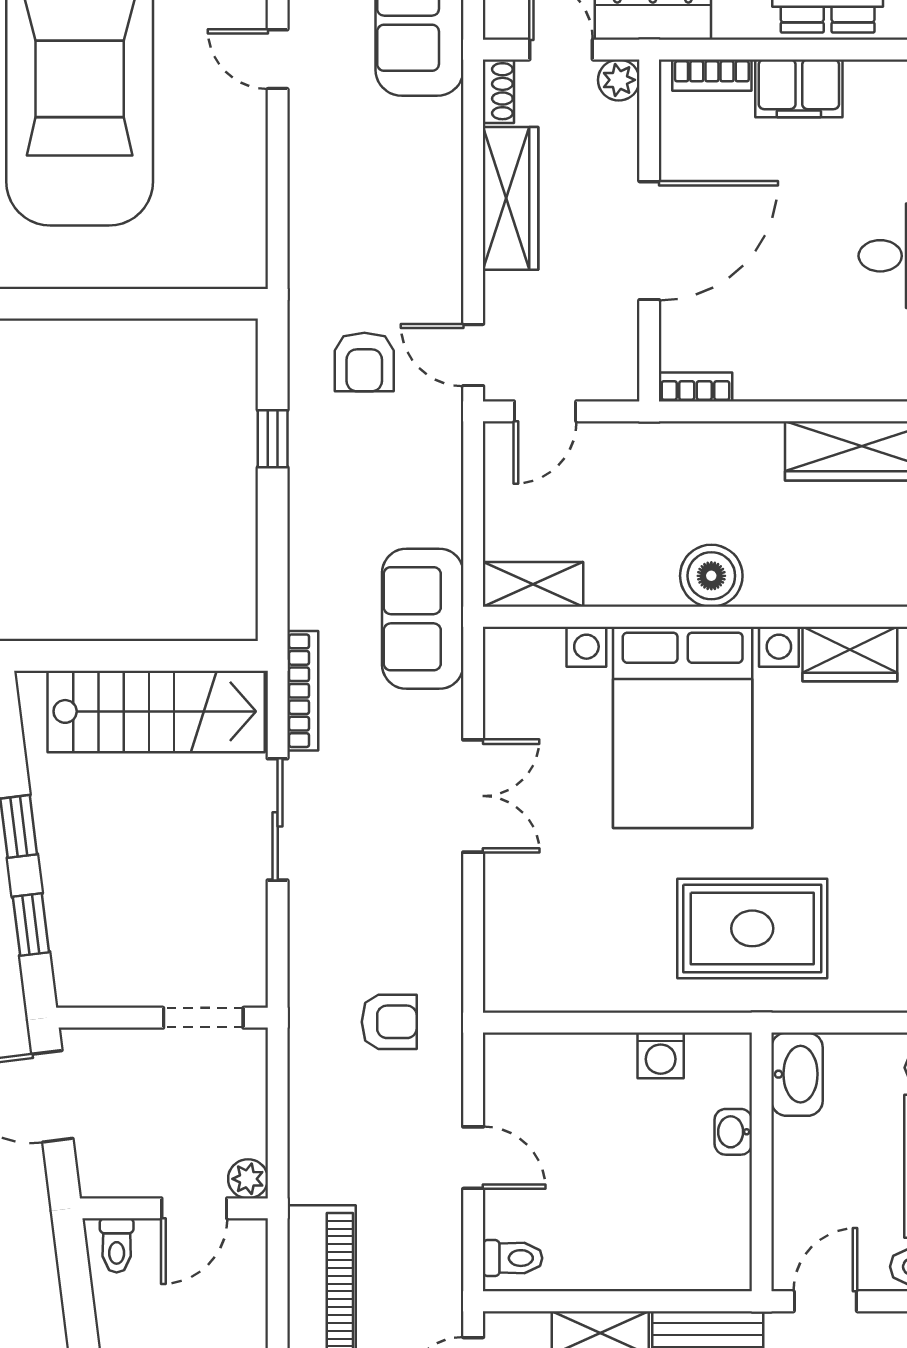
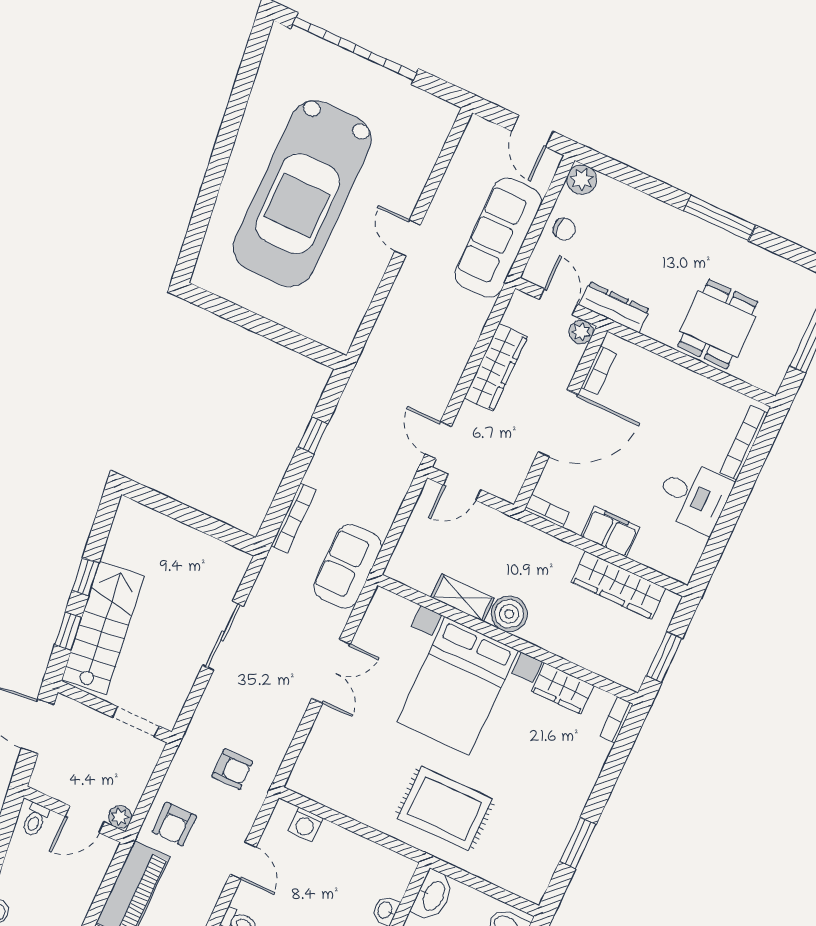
bookcase: (712, 75) -> (599, 371), moved, turned -90
filing cabinet: (799, 88) -> (610, 531), moved, turned 180
shoe rack: (498, 91) -> (515, 308), removed
armchair: (364, 362) -> (174, 824), moved
shelving: (533, 584) -> (462, 598), moved
bookcase: (303, 691) -> (294, 518), moved
stairs: (156, 711) -> (103, 628), moved, turned -97
washing machine: (661, 1055) -> (306, 825), moved

